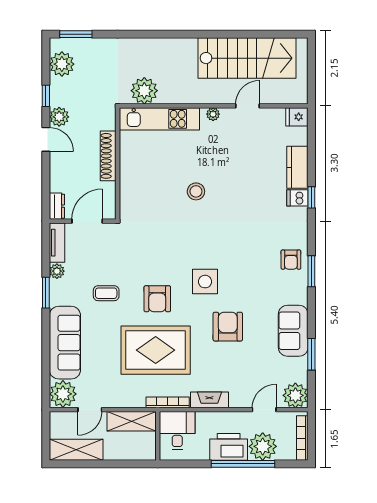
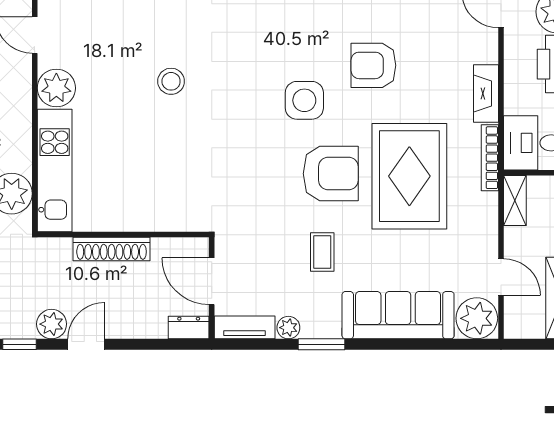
plant: (213, 114) -> (56, 88), width x1.87, depth x1.87
stool: (196, 191) -> (171, 81), moved
armchair: (157, 299) -> (331, 174), width x1.36, depth x1.36
shelving: (132, 421) -> (515, 200), width x0.67, depth x0.75

